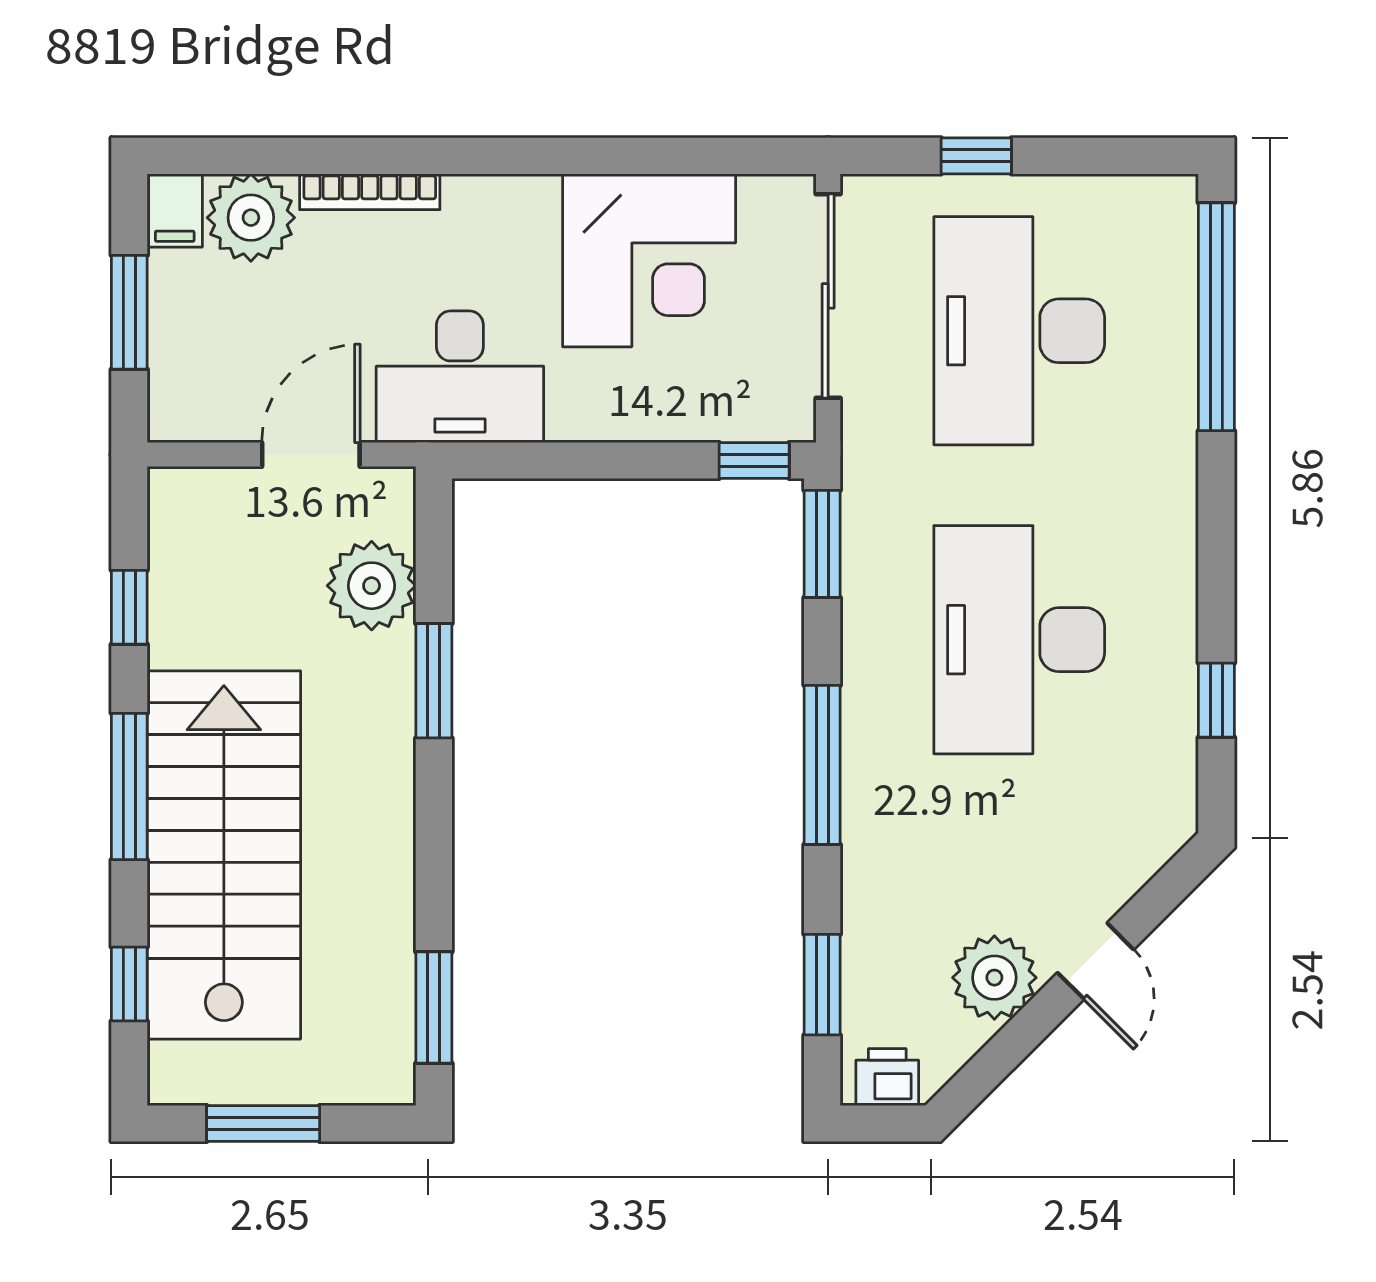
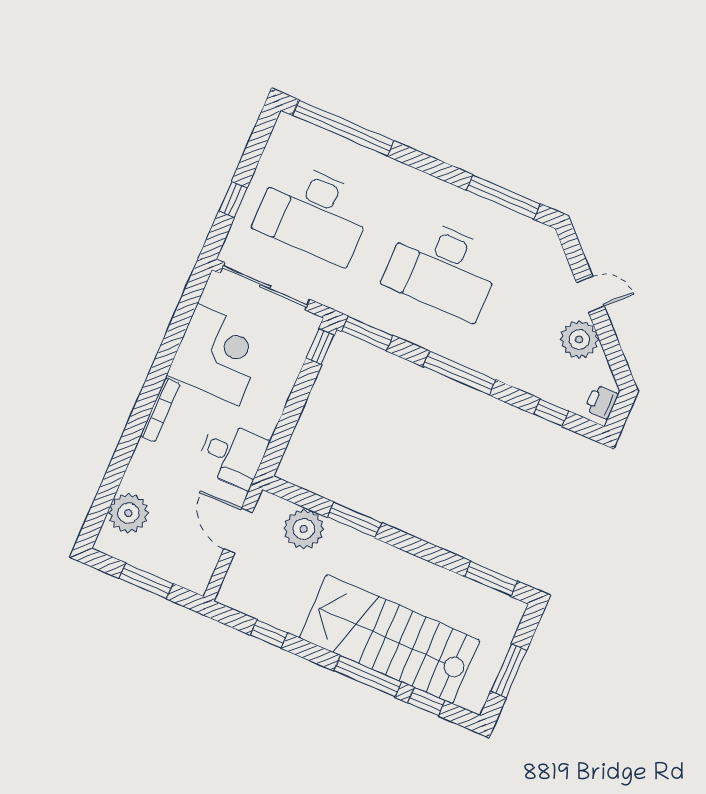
bookcase: (370, 192) -> (160, 410), moved
filing cabinet: (175, 211) -> (112, 544), removed
desk: (460, 377) -> (232, 455), width x0.73
window: (1216, 700) -> (503, 197), width x2.17
window: (129, 786) -> (368, 676), moved
window: (822, 985) -> (551, 413), width x0.67

